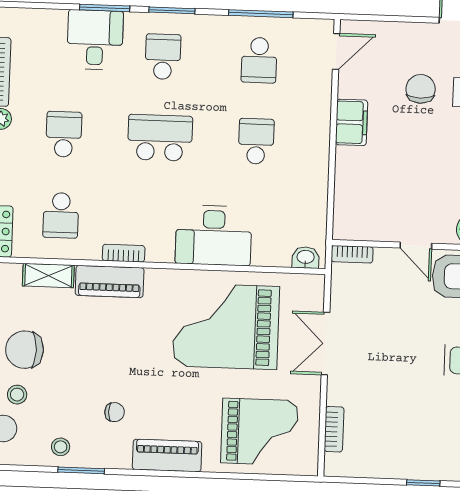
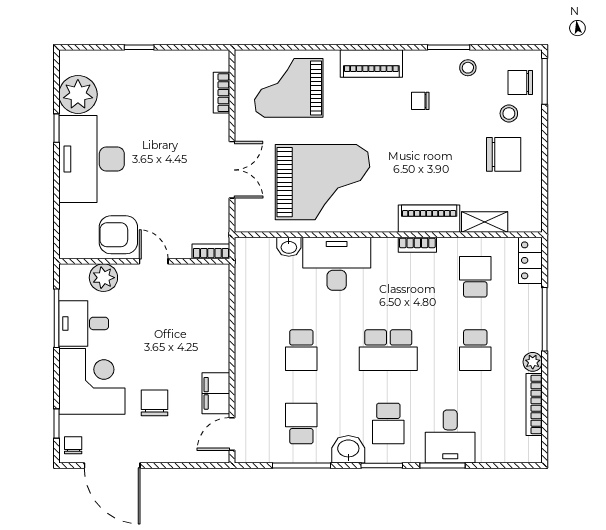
washbasin: (208, 30) -> (348, 449), added
chair: (421, 89) -> (155, 403), turned 180
filing cabinet: (352, 122) -> (216, 393), moved
washbasin: (306, 258) -> (289, 247), moved

